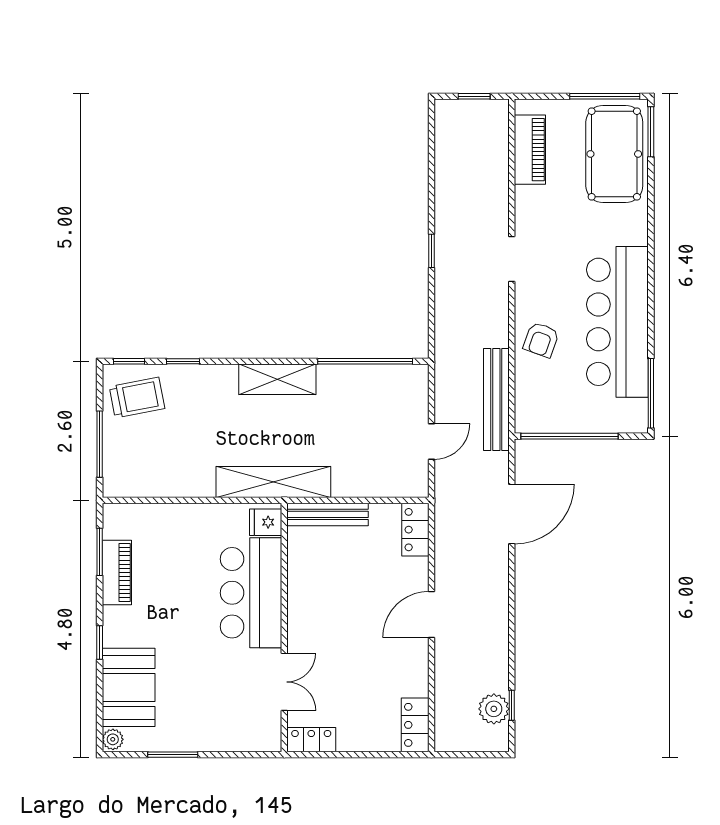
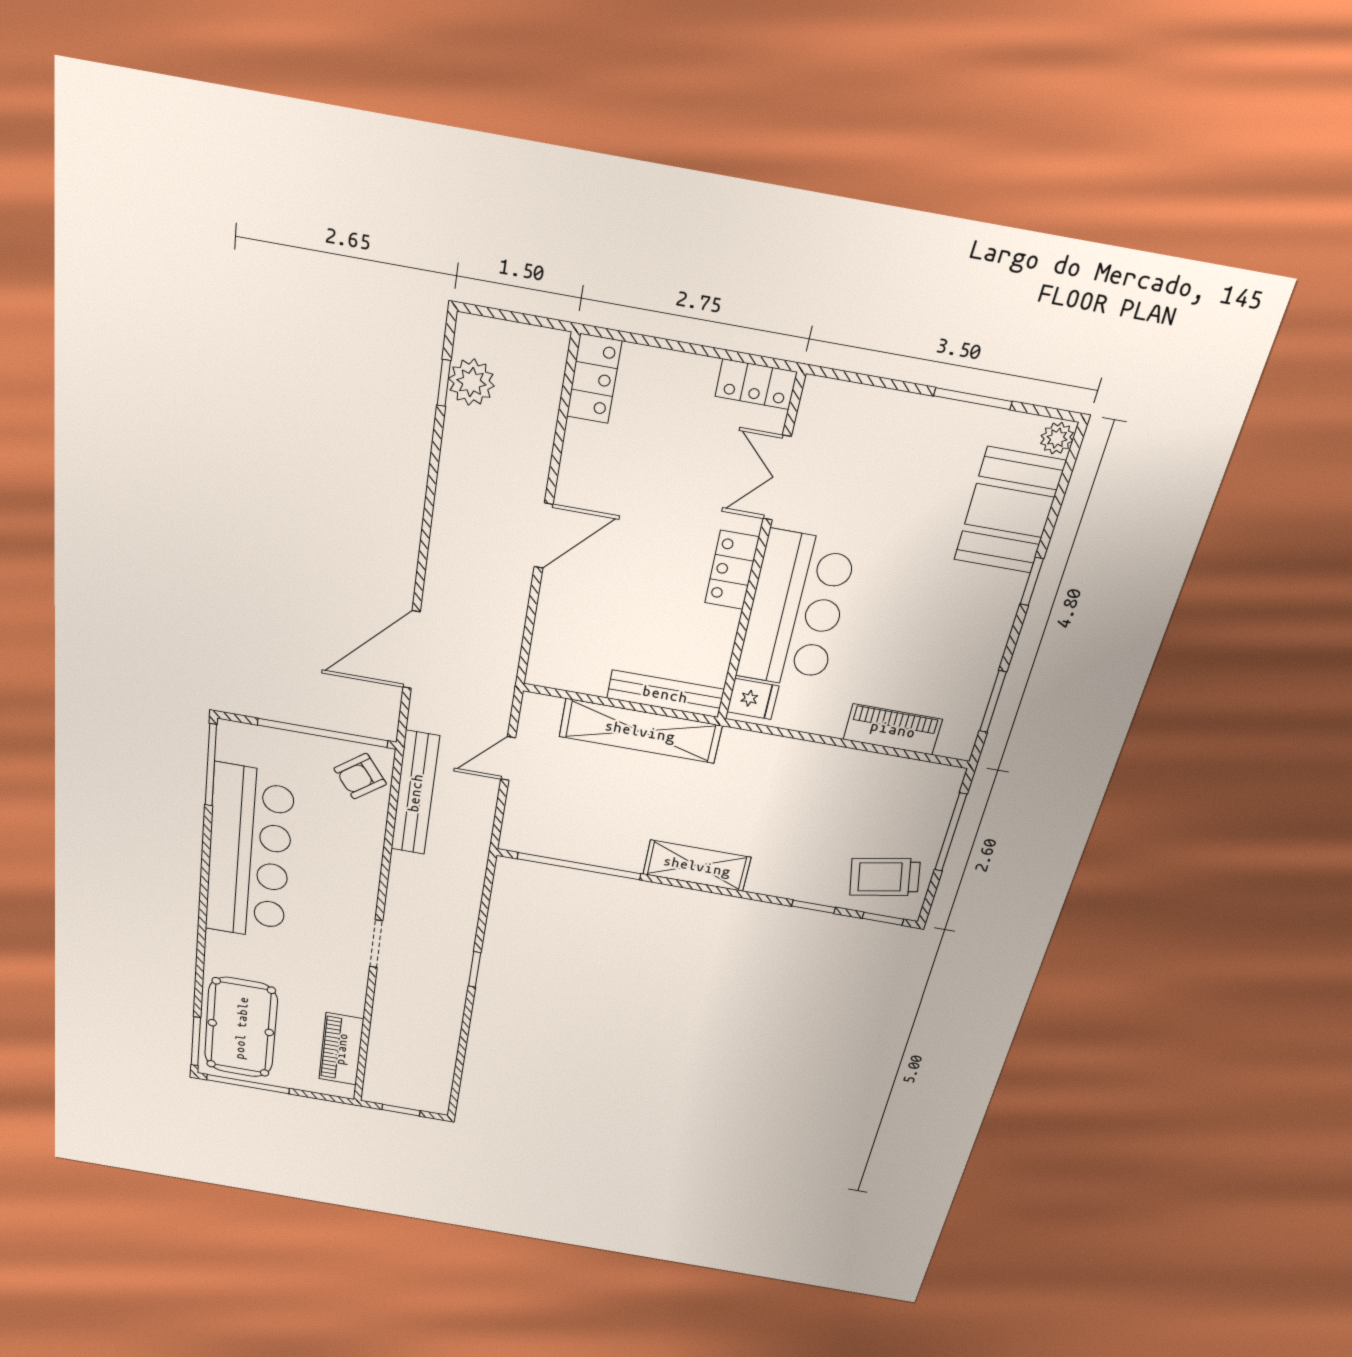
armchair: (541, 340) -> (360, 776), moved, turned -147
shelving: (273, 482) -> (640, 731), moved
locker: (415, 530) -> (732, 570), moved, turned 180
piano: (117, 573) -> (893, 729), moved, turned 90

